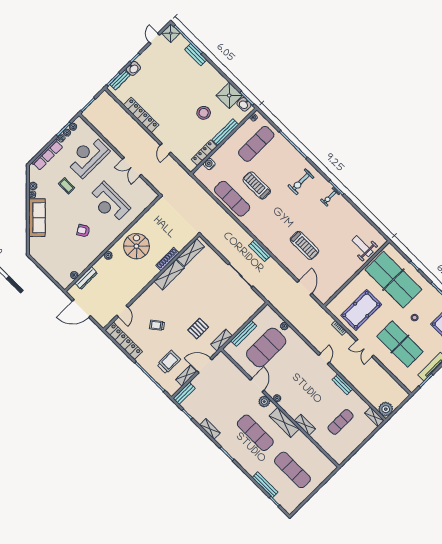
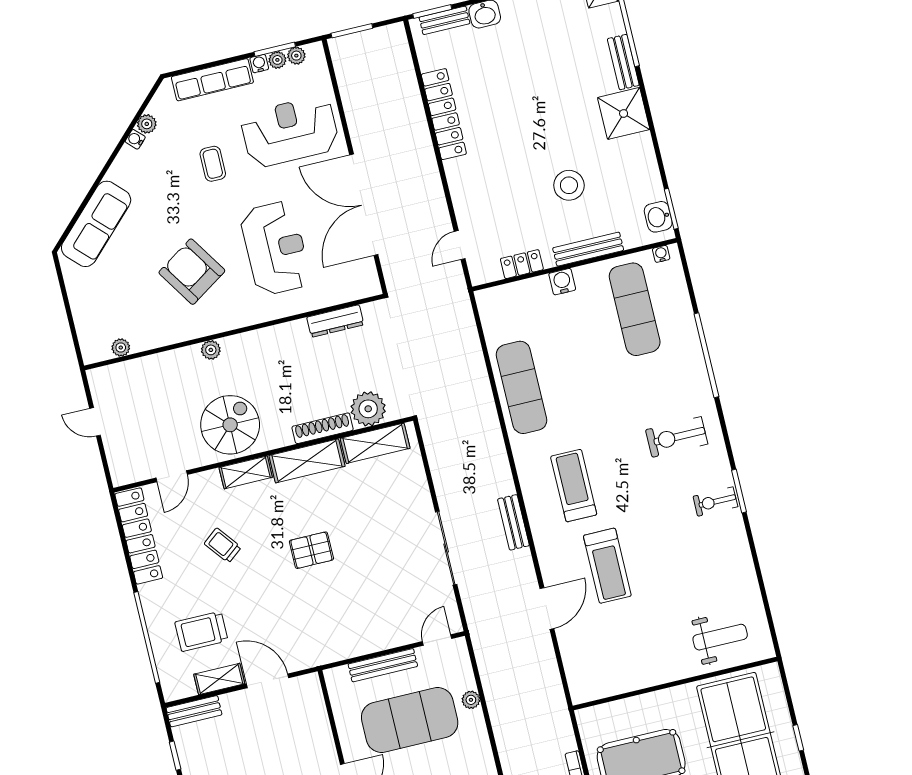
shower: (229, 95) -> (624, 113), moved
exercise mat: (256, 144) -> (635, 309), turned 90
door: (165, 149) -> (460, 245), moved
locker: (204, 153) -> (522, 264), width x0.66
water cooler: (209, 164) -> (562, 282), moved
double door: (132, 167) -> (364, 205), width x1.87
treadmill: (257, 185) -> (574, 486), moved
reception desk: (109, 203) -> (275, 248), turned 180
sofa: (37, 218) -> (96, 224), moved
armchair: (83, 231) -> (192, 272), width x1.88, depth x1.88
plant: (180, 241) -> (368, 409), added
spiral stairs: (136, 246) -> (230, 425), moved
weight bench: (363, 246) -> (720, 637), turned 90
dresser: (86, 278) -> (335, 321), moved
door: (305, 288) -> (547, 608), moved
door: (82, 308) -> (95, 422), width x0.53
door: (258, 312) -> (437, 640), added
pallet: (198, 329) -> (311, 550), moved
shelving: (222, 340) -> (246, 472), moved
trolley: (169, 362) -> (201, 631), turned 180

